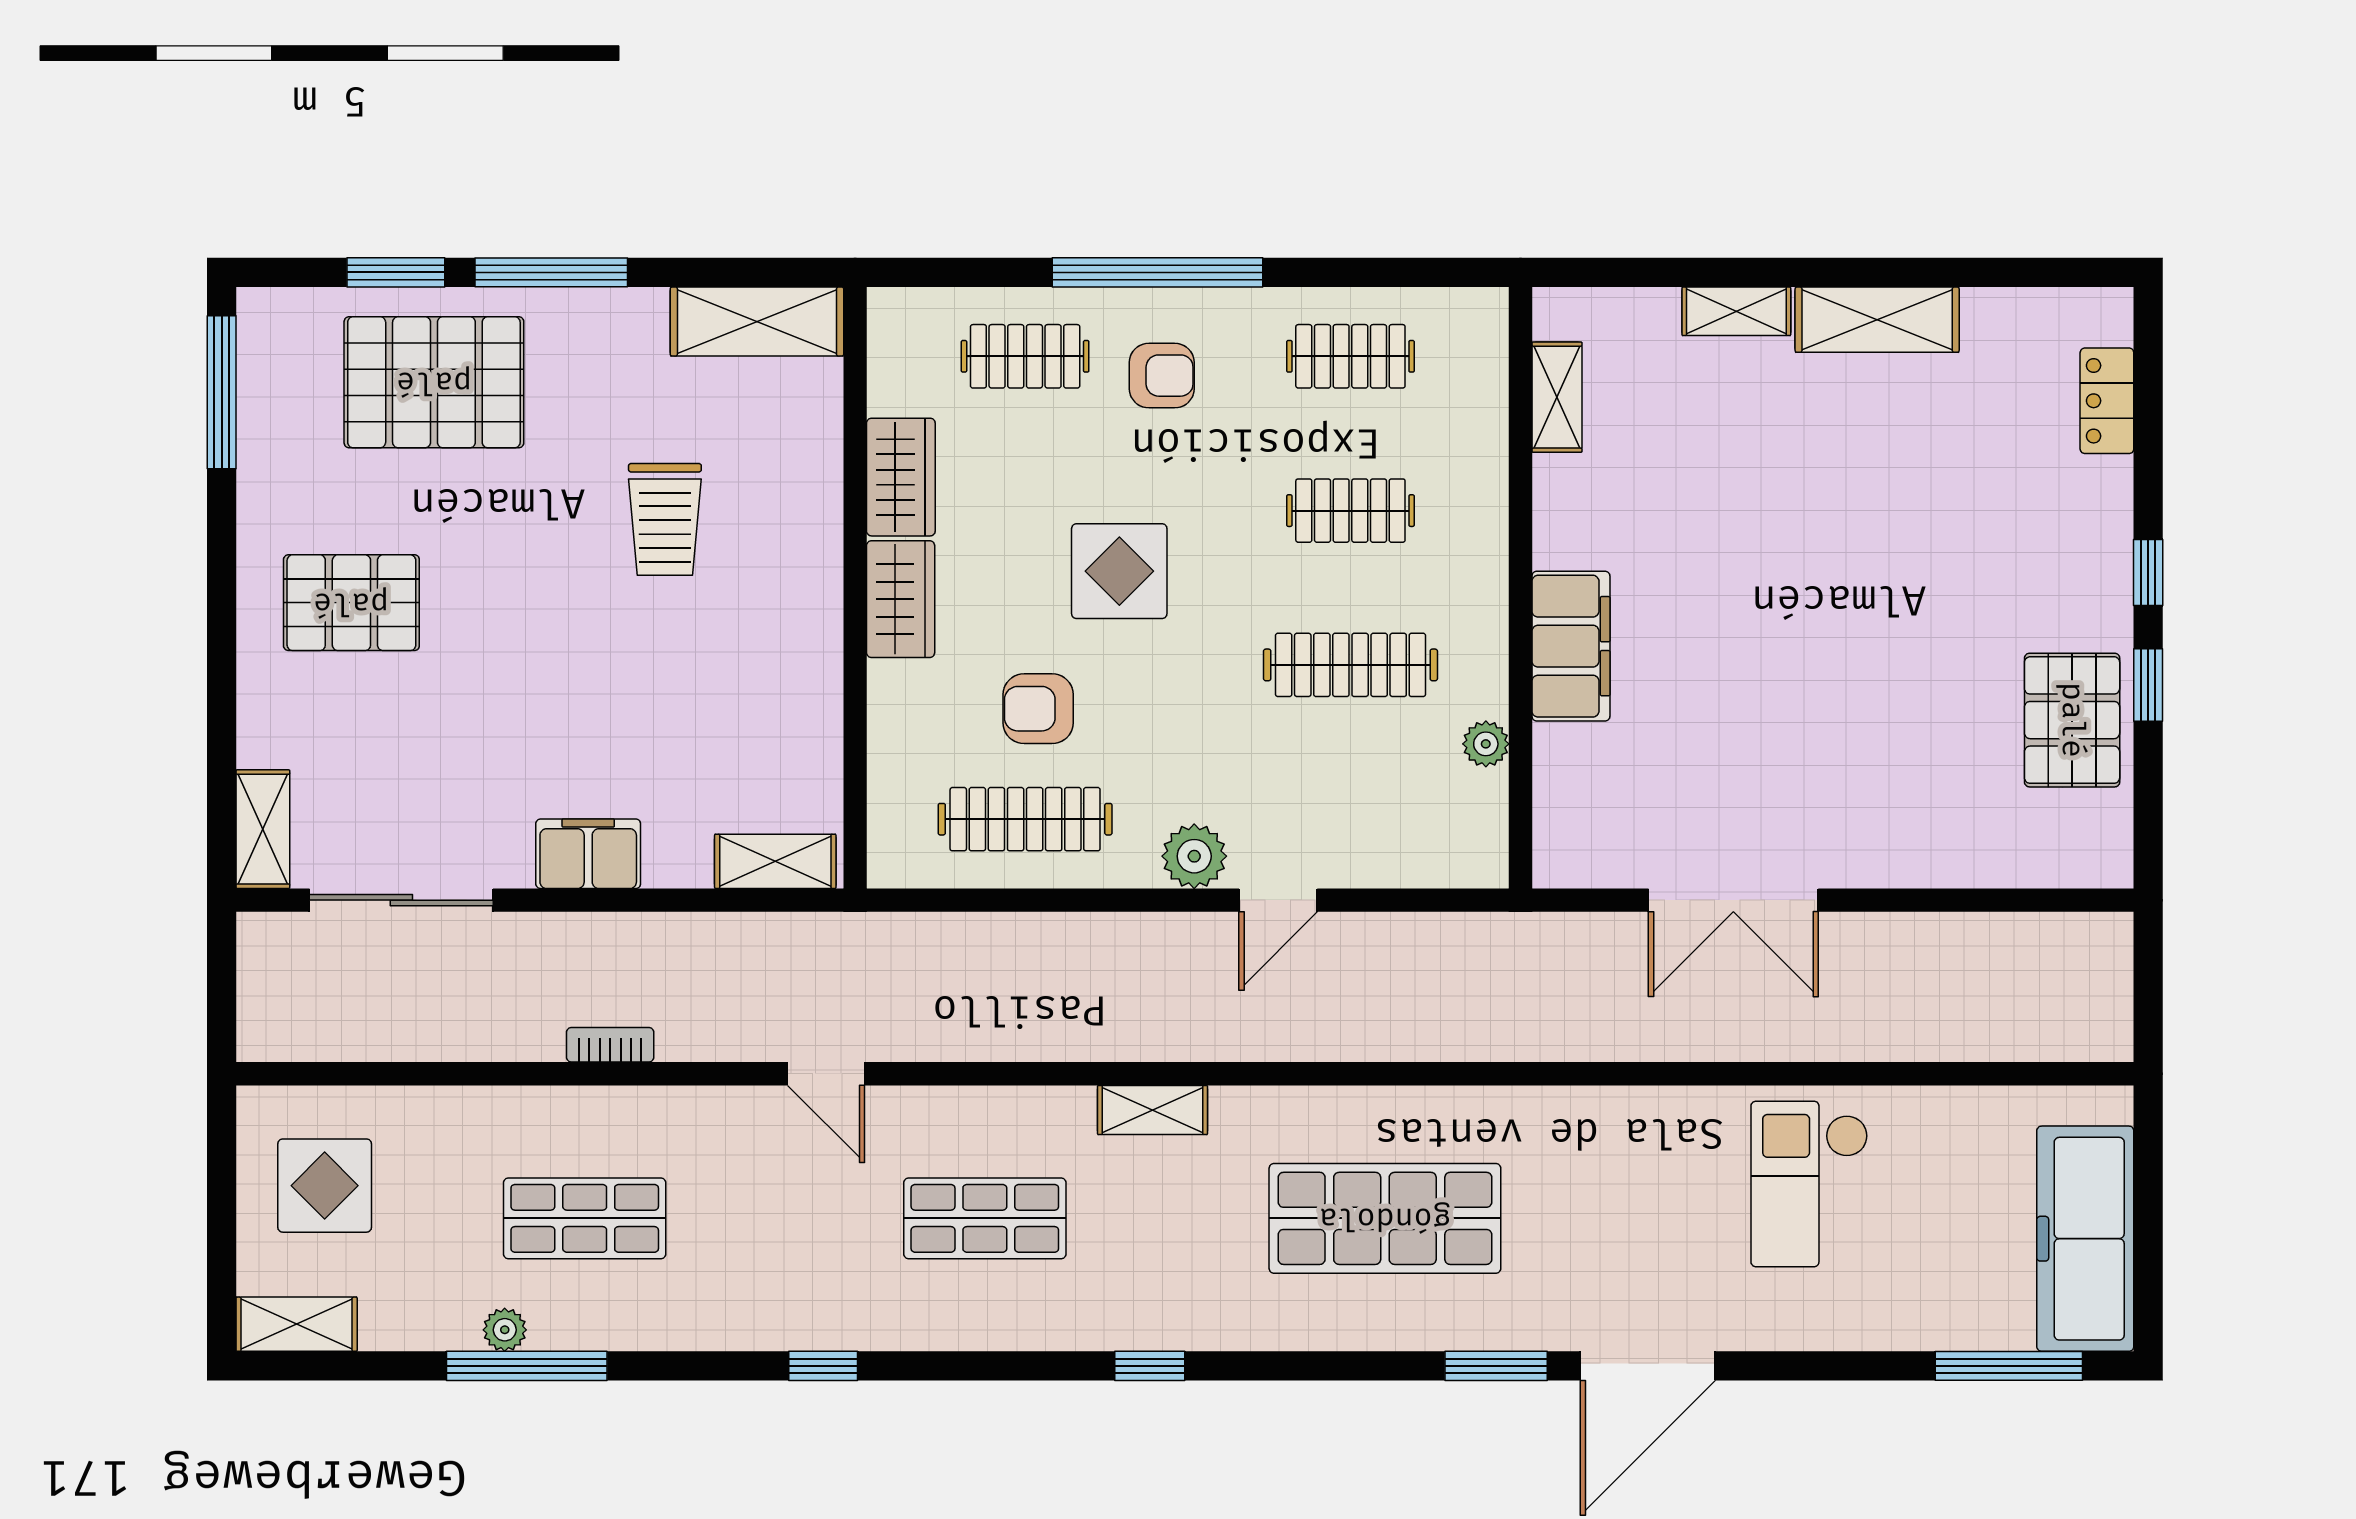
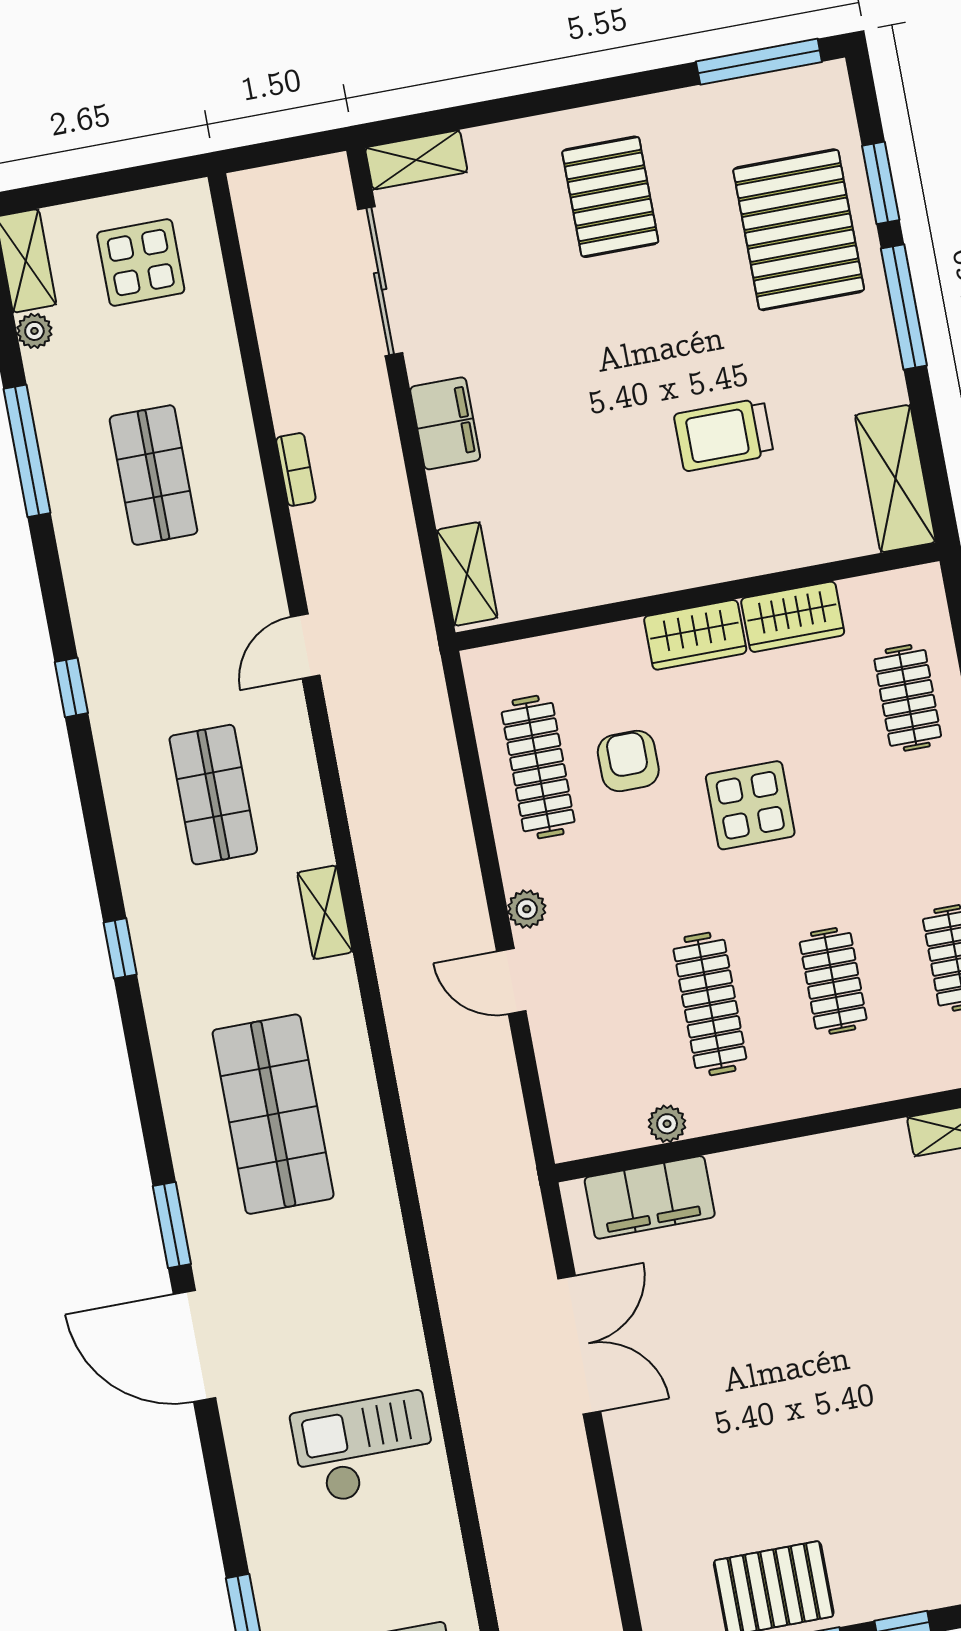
armchair: (1162, 376) -> (913, 810), removed
filing cabinet: (1571, 646) -> (650, 1197), moved
plant: (1194, 856) -> (527, 909), width x0.73, depth x0.73
double door: (1733, 900) -> (579, 1345), swing flipped
plant: (505, 1330) -> (34, 331), moved

